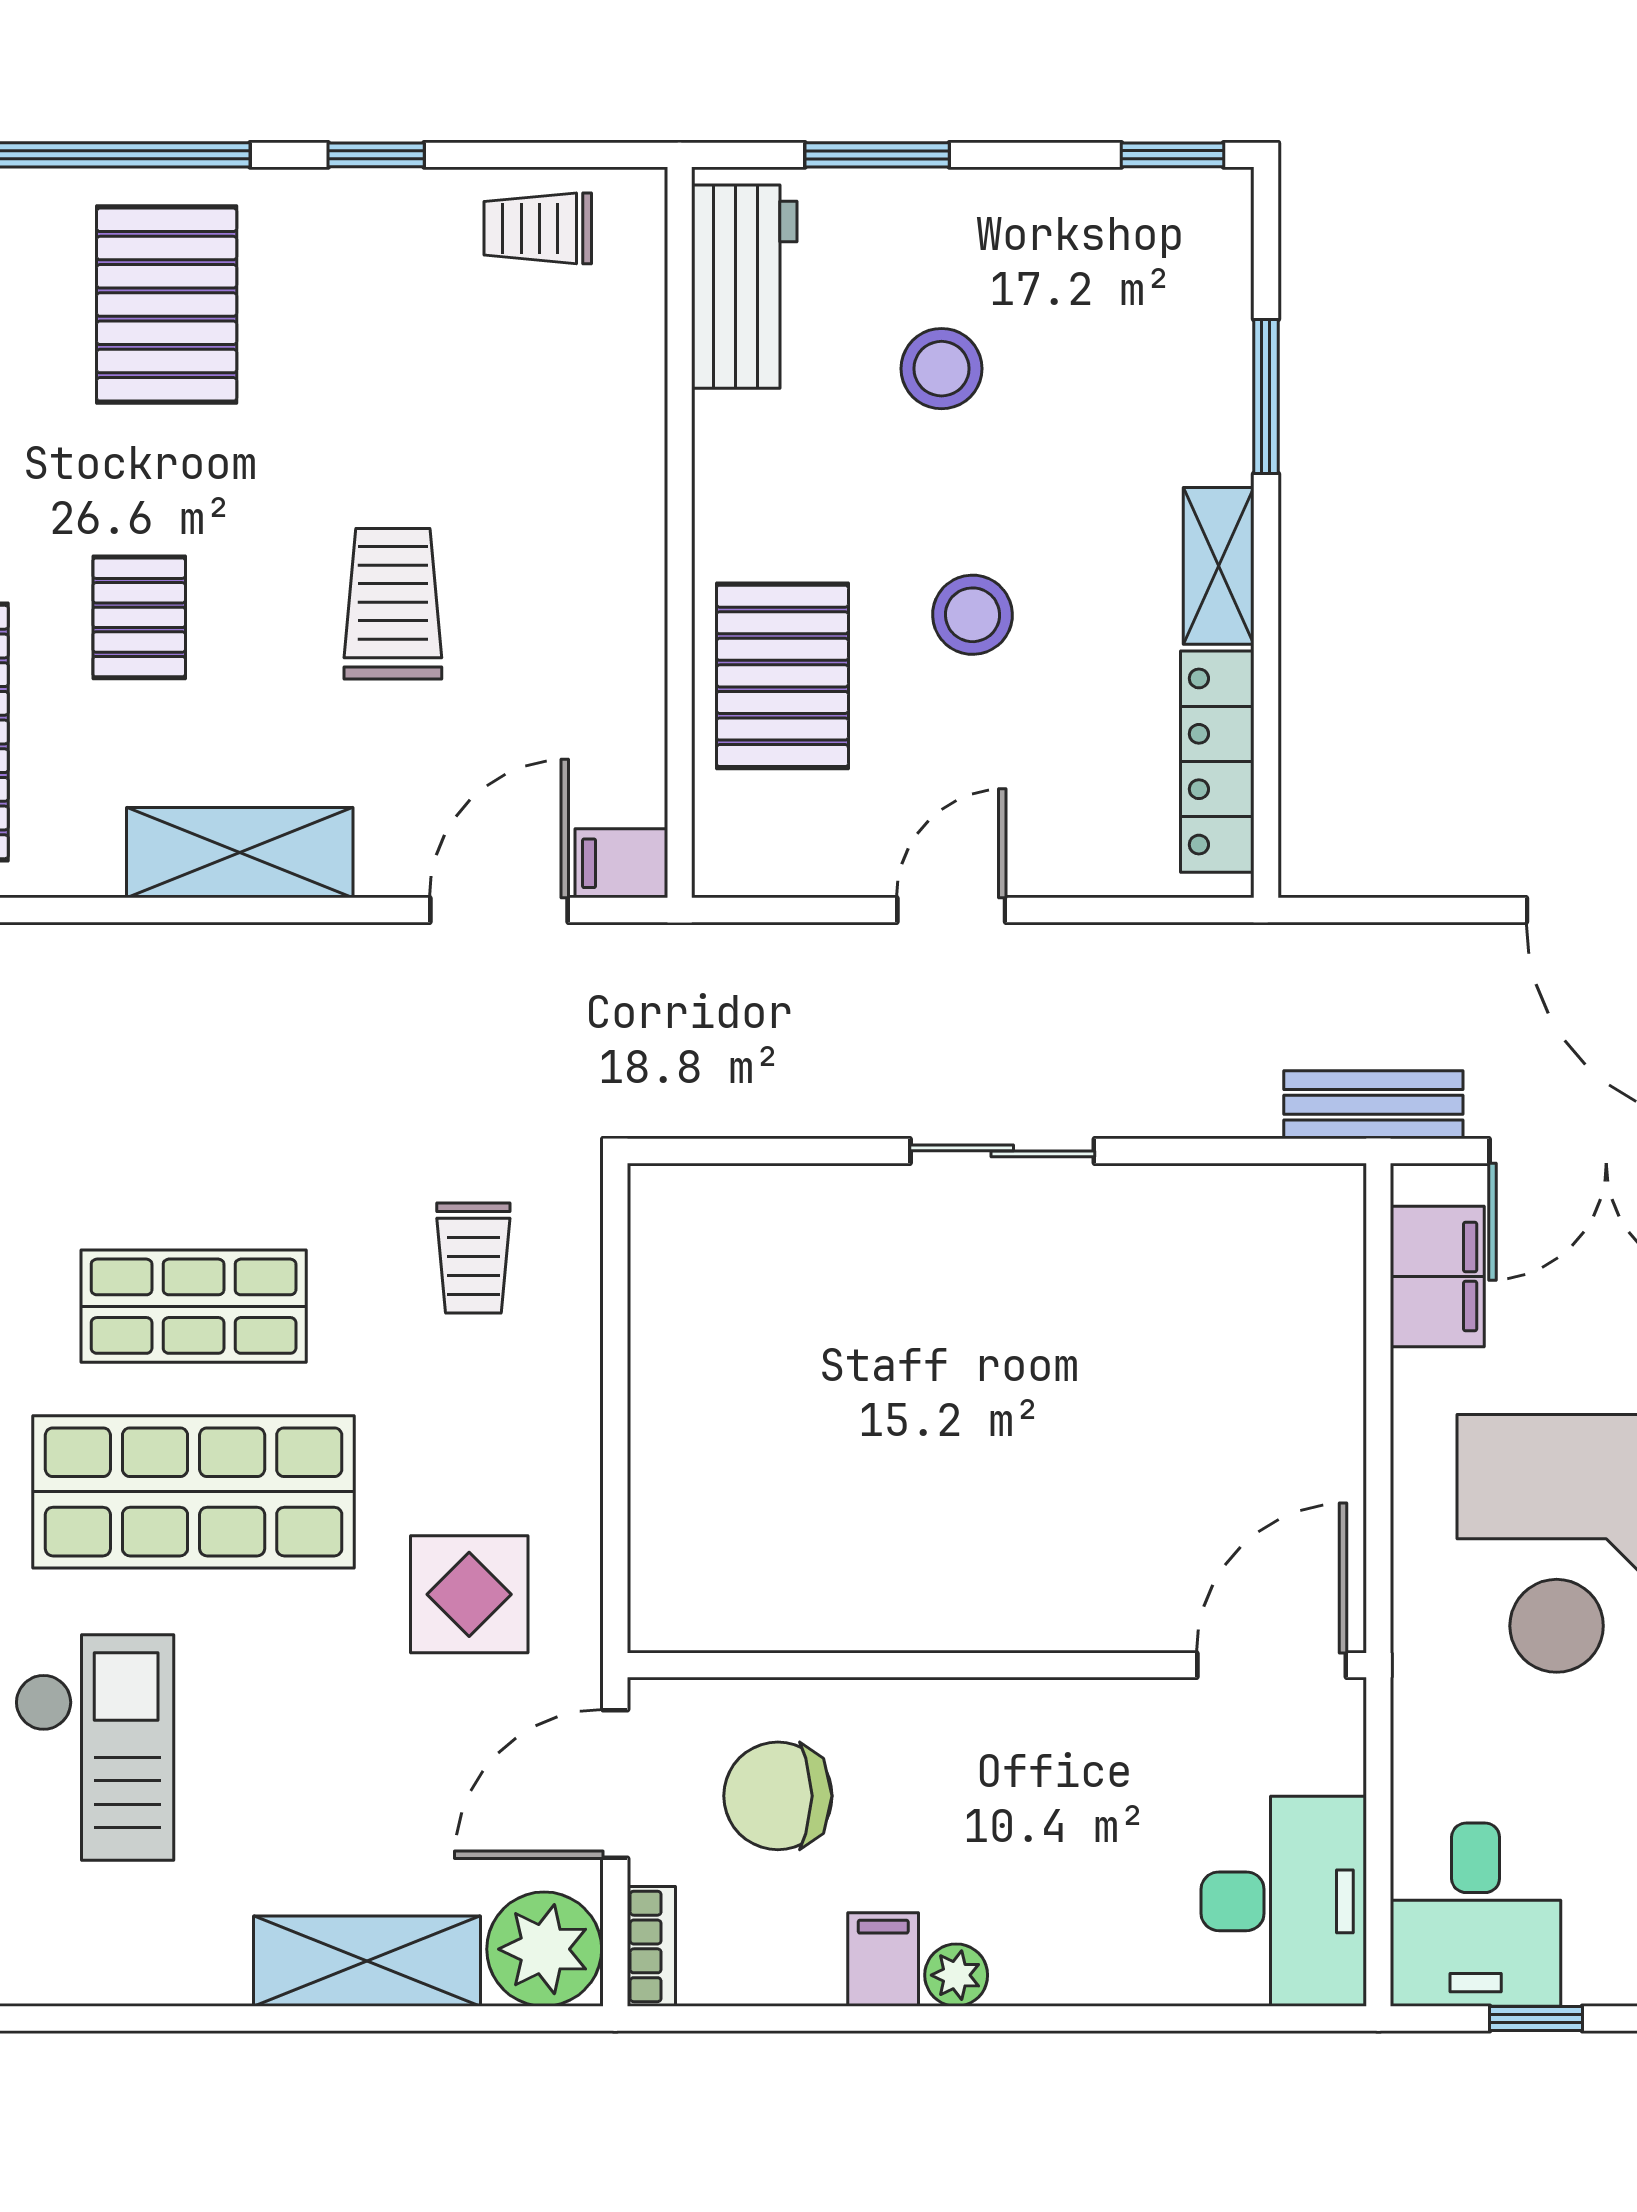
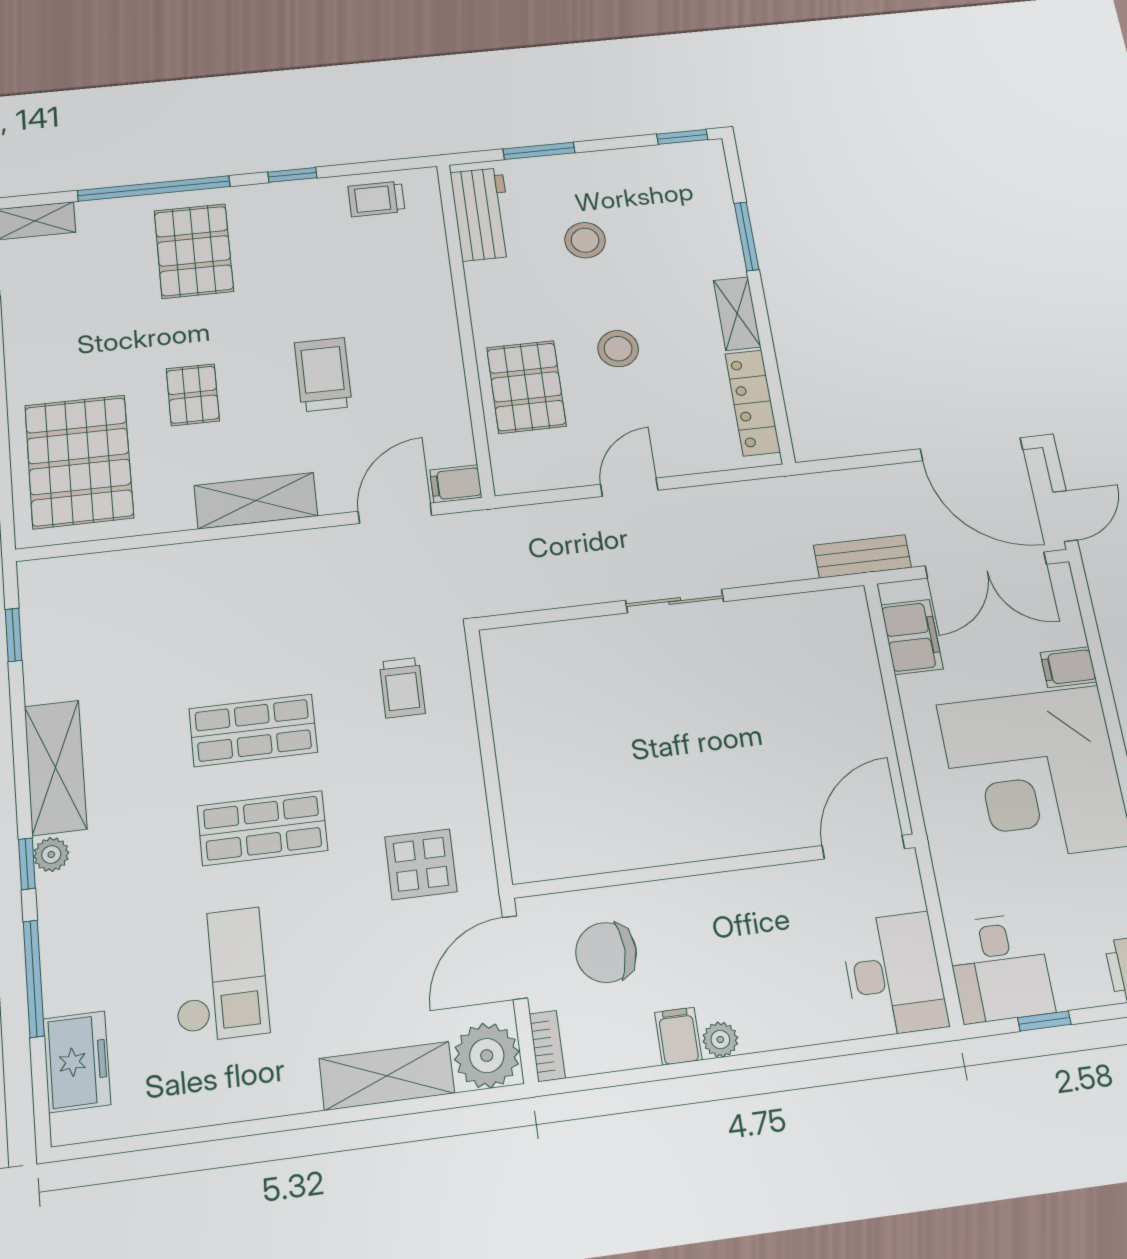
shop shelf: (194, 1492) -> (262, 828), width x0.70, depth x0.74

